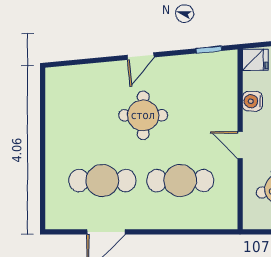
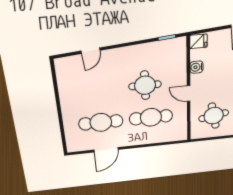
door: (141, 56) -> (90, 51), moved
round table: (143, 115) -> (145, 85), moved

